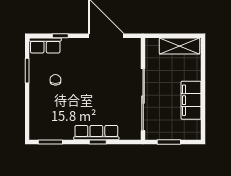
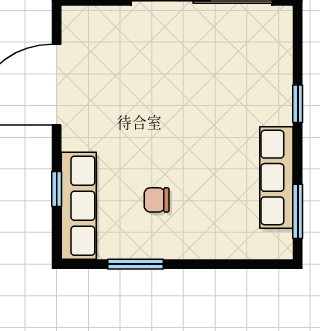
row of seats: (45, 46) -> (79, 206), width x1.48
row of seats: (96, 133) -> (276, 177), moved

